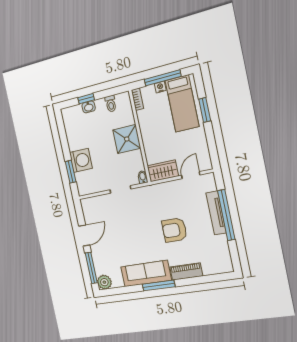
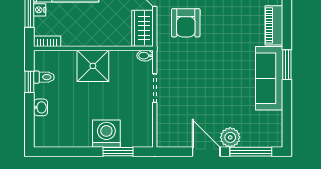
window: (86, 99) -> (29, 82), moved
armchair: (174, 230) -> (186, 23), moved
plant: (104, 282) -> (230, 137), moved
window: (159, 285) -> (287, 65), width x0.69

